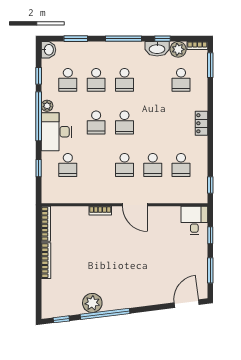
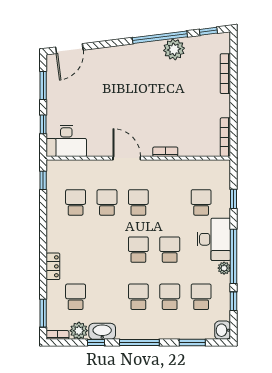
locker: (201, 123) -> (53, 266), moved
desk: (194, 220) -> (66, 141), width x1.37
bookcase: (46, 261) -> (225, 74), moved

